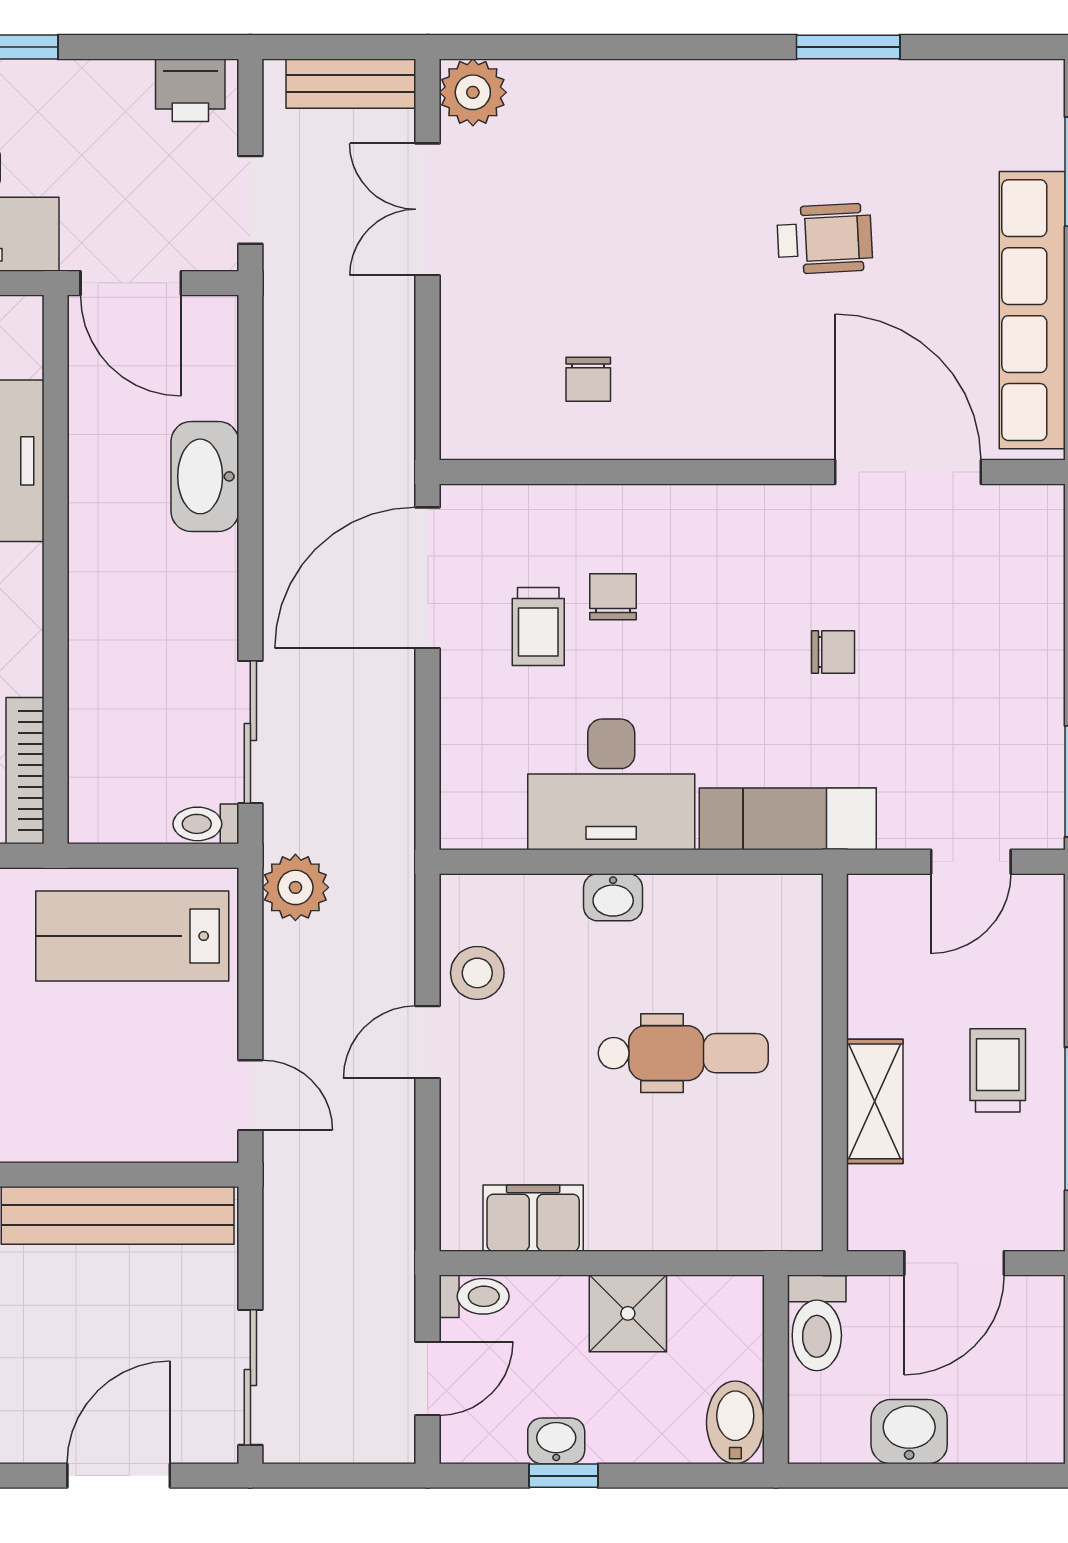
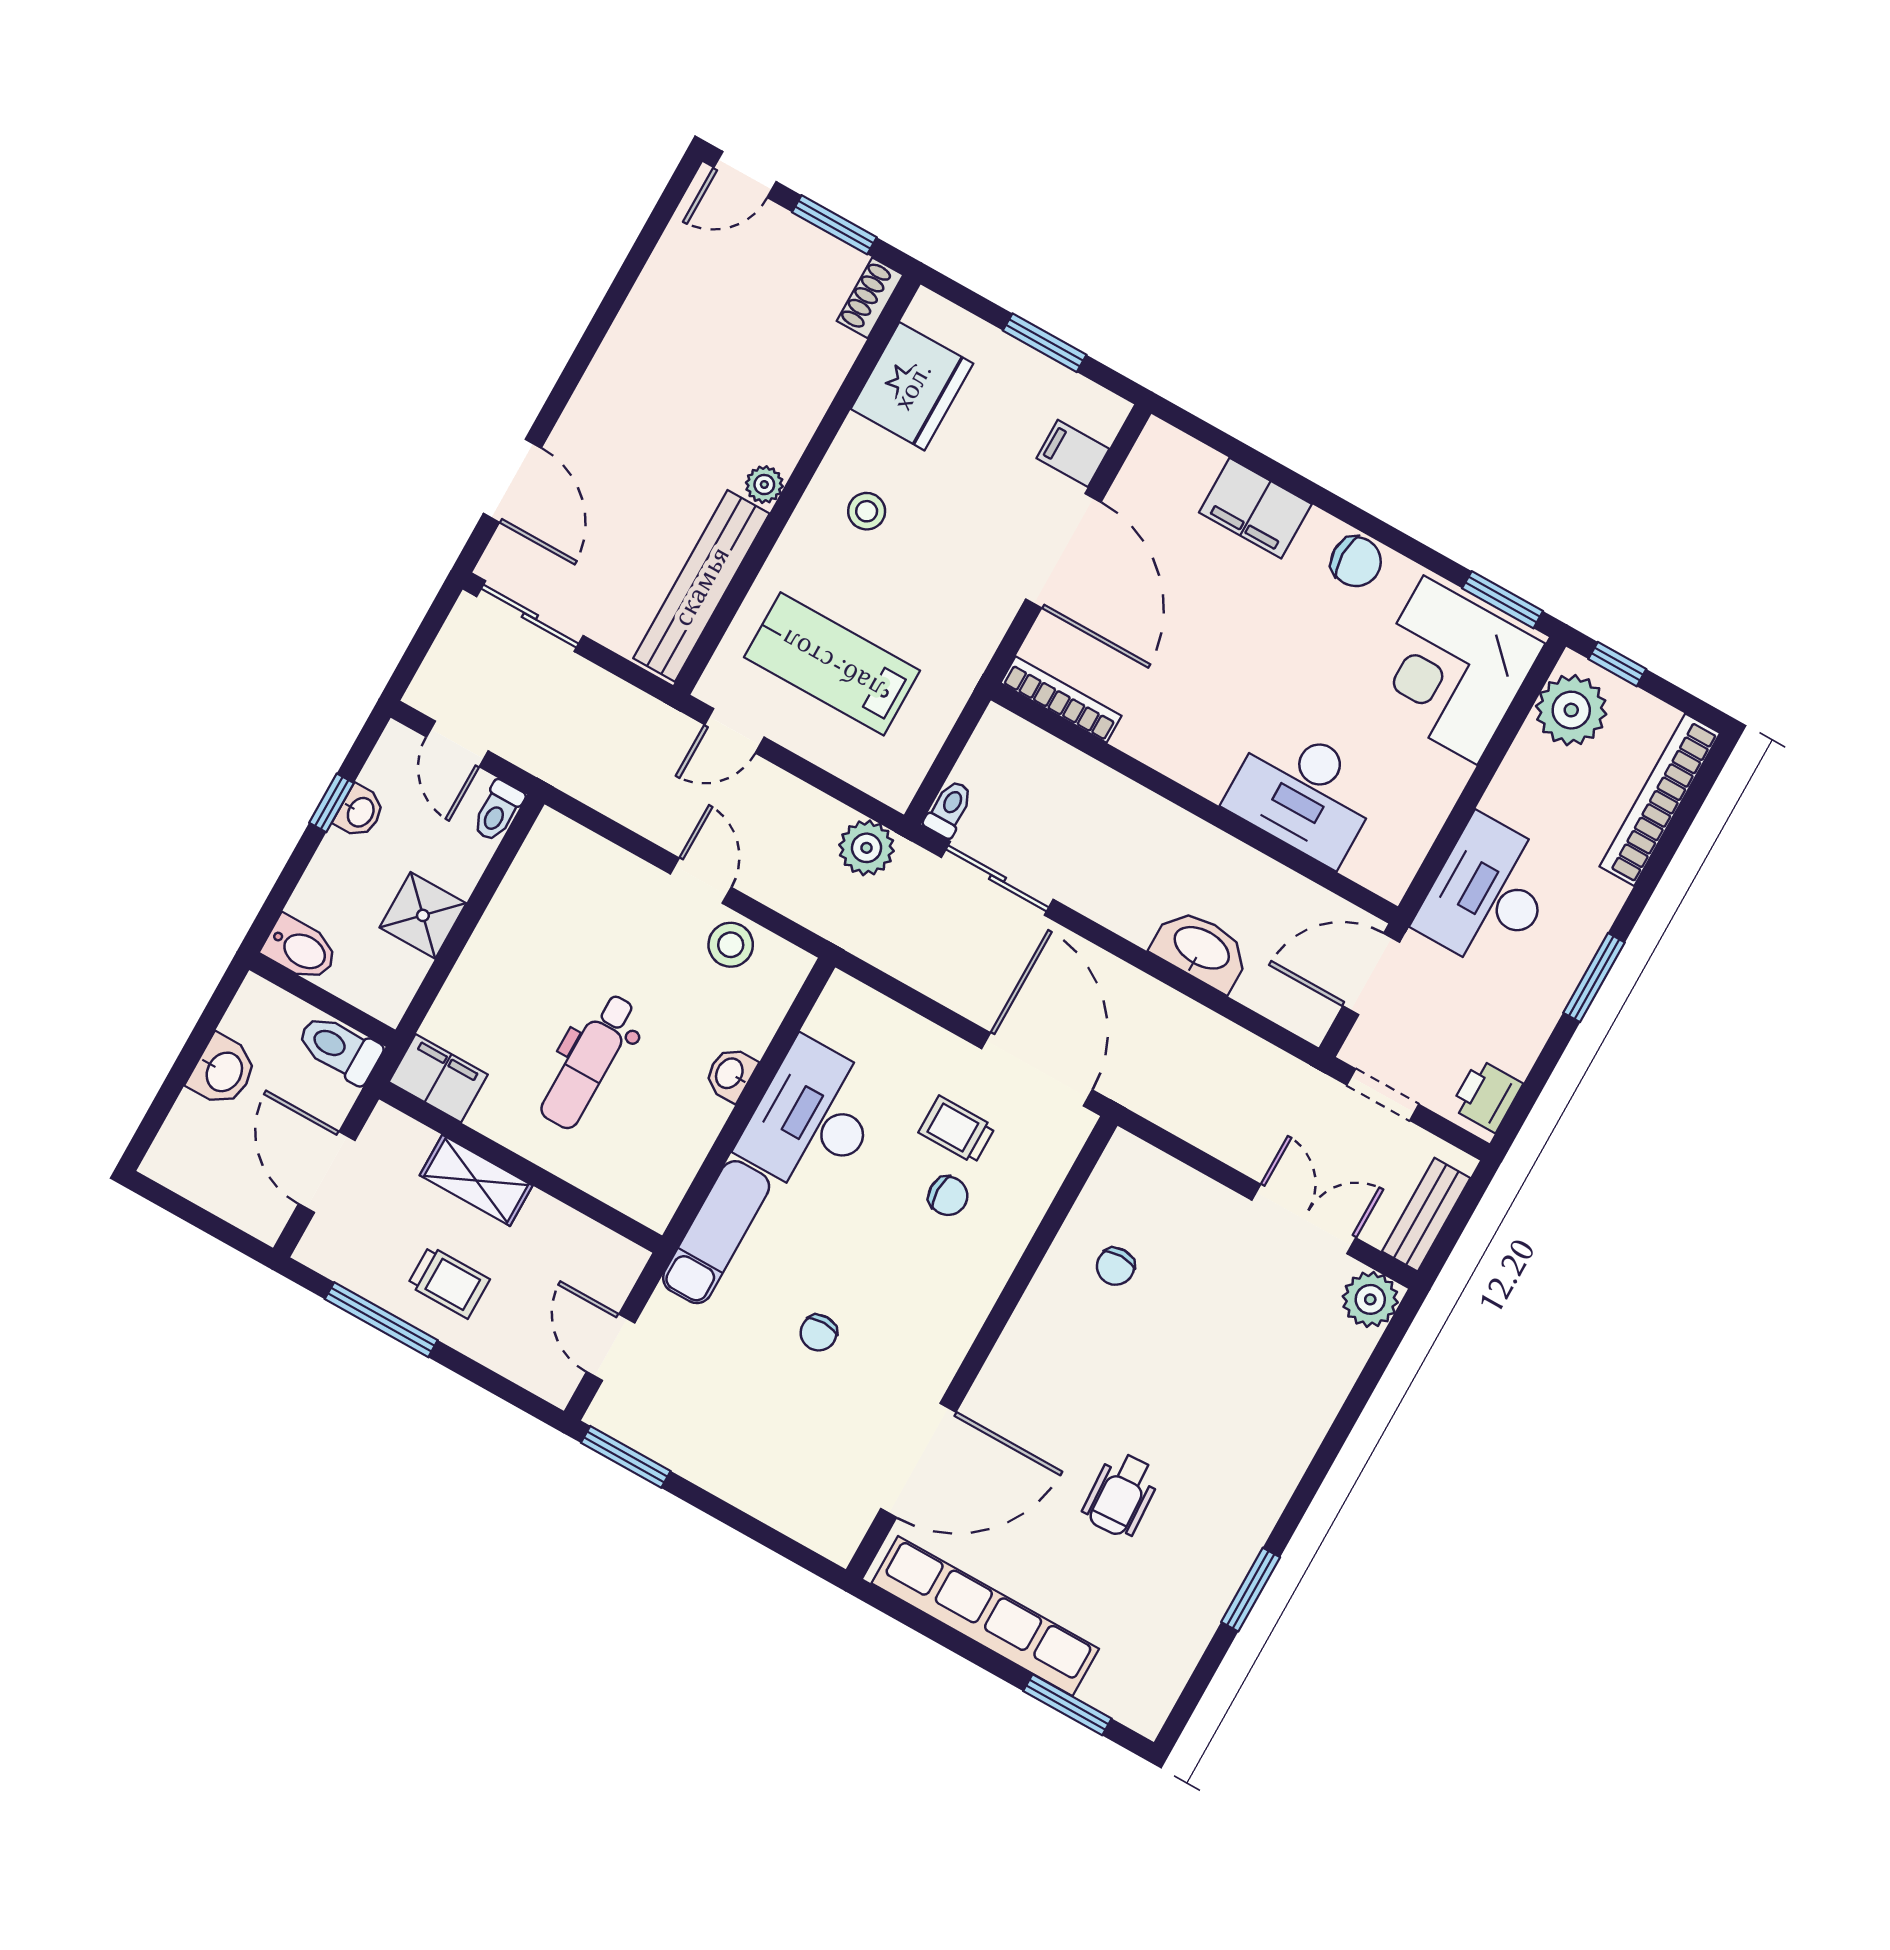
chair: (588, 379) -> (1116, 1266), turned -90
lab bench: (132, 936) -> (832, 664), moved, turned -90
filing cabinet: (533, 1218) -> (438, 1078), moved, turned -90

